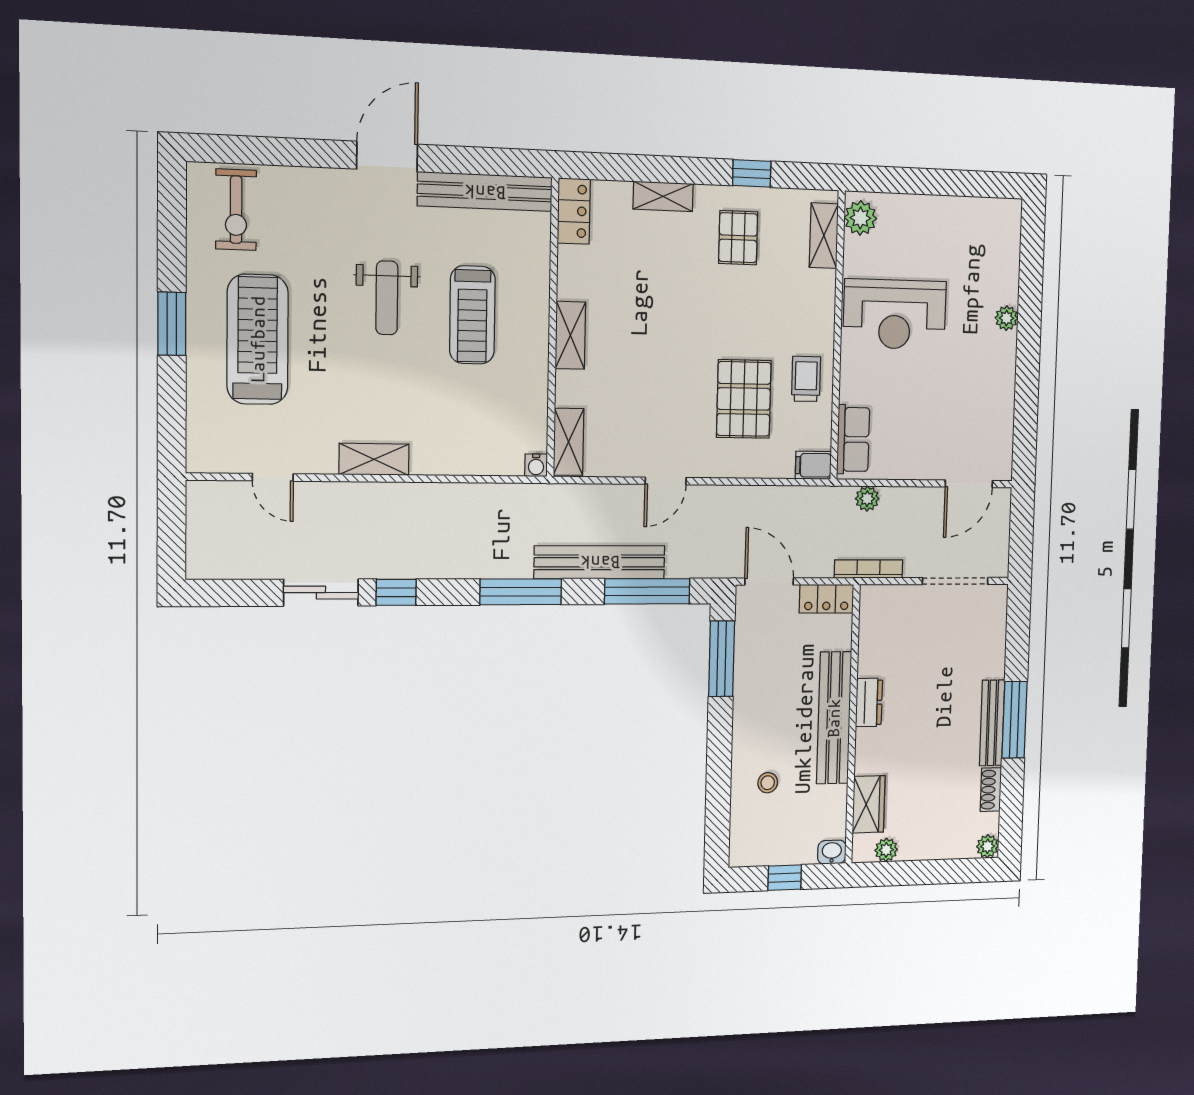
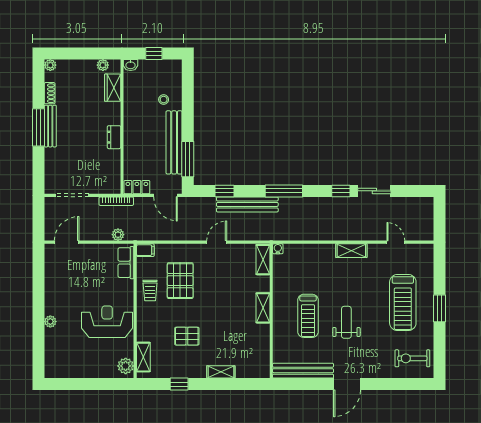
exercise bike: (236, 210) -> (412, 358), turned -90
locker: (574, 211) -> (262, 364), removed
pallet: (738, 238) -> (187, 336), moved, turned 90
treadmill: (472, 315) -> (308, 316), turned 180
window: (647, 591) -> (224, 191), width x0.46
bench: (834, 718) -> (174, 142), moved

